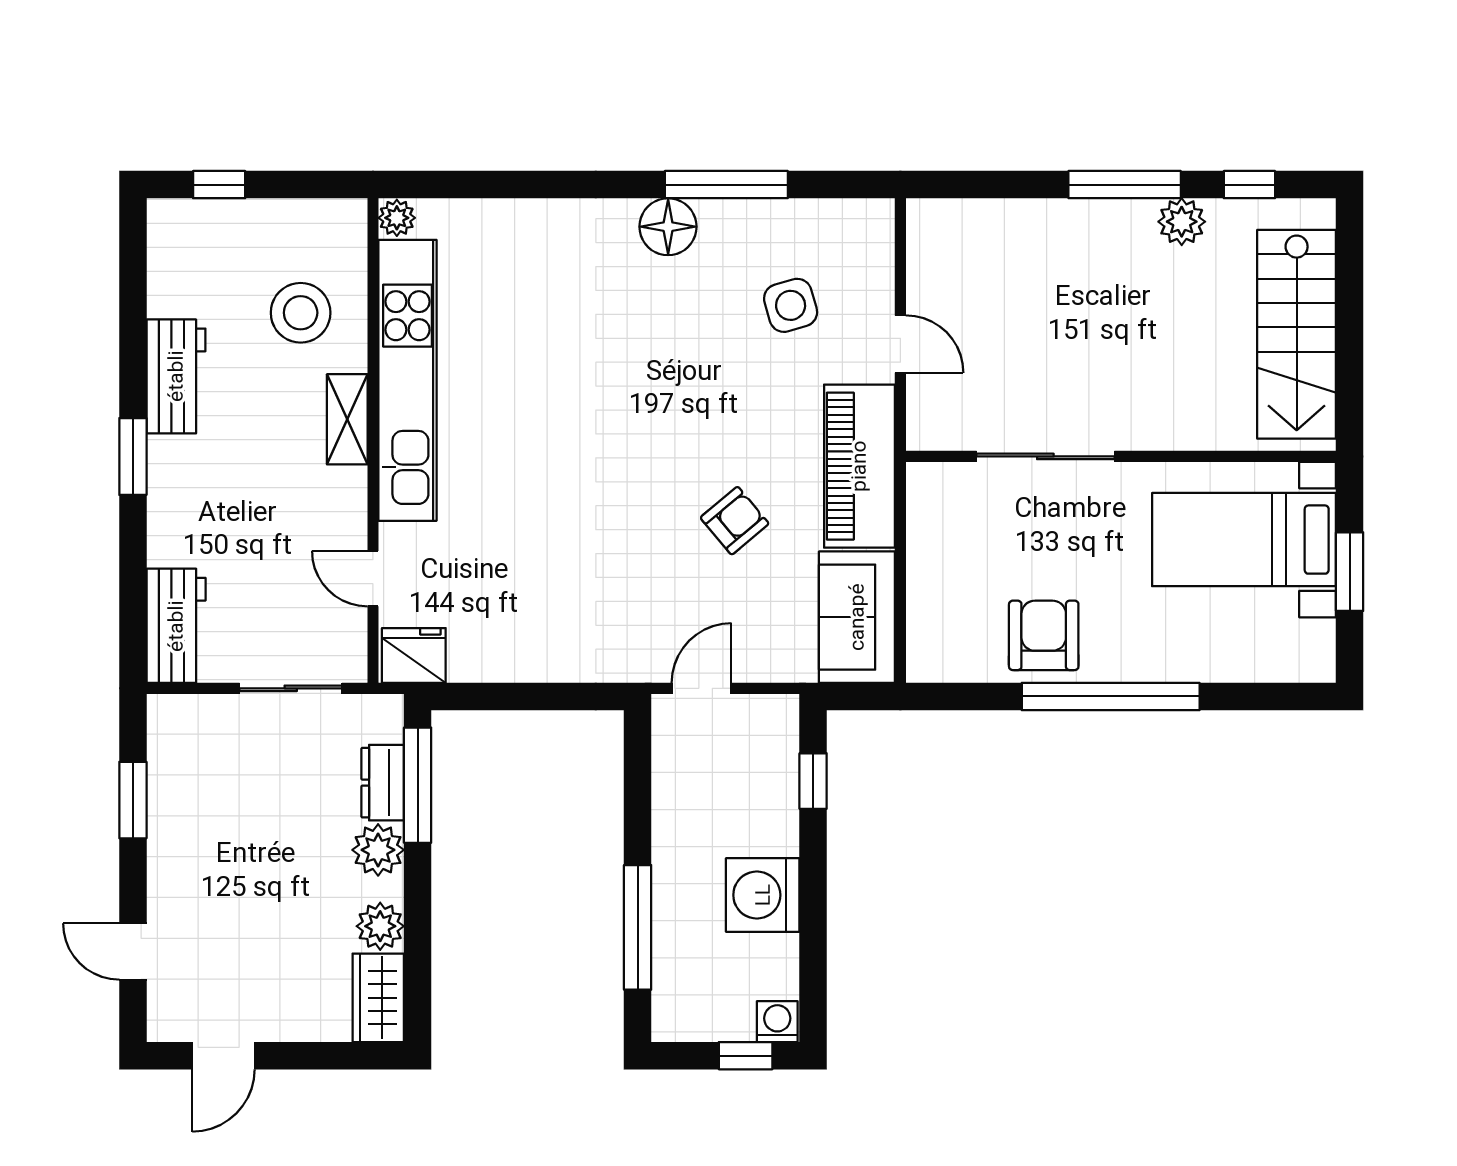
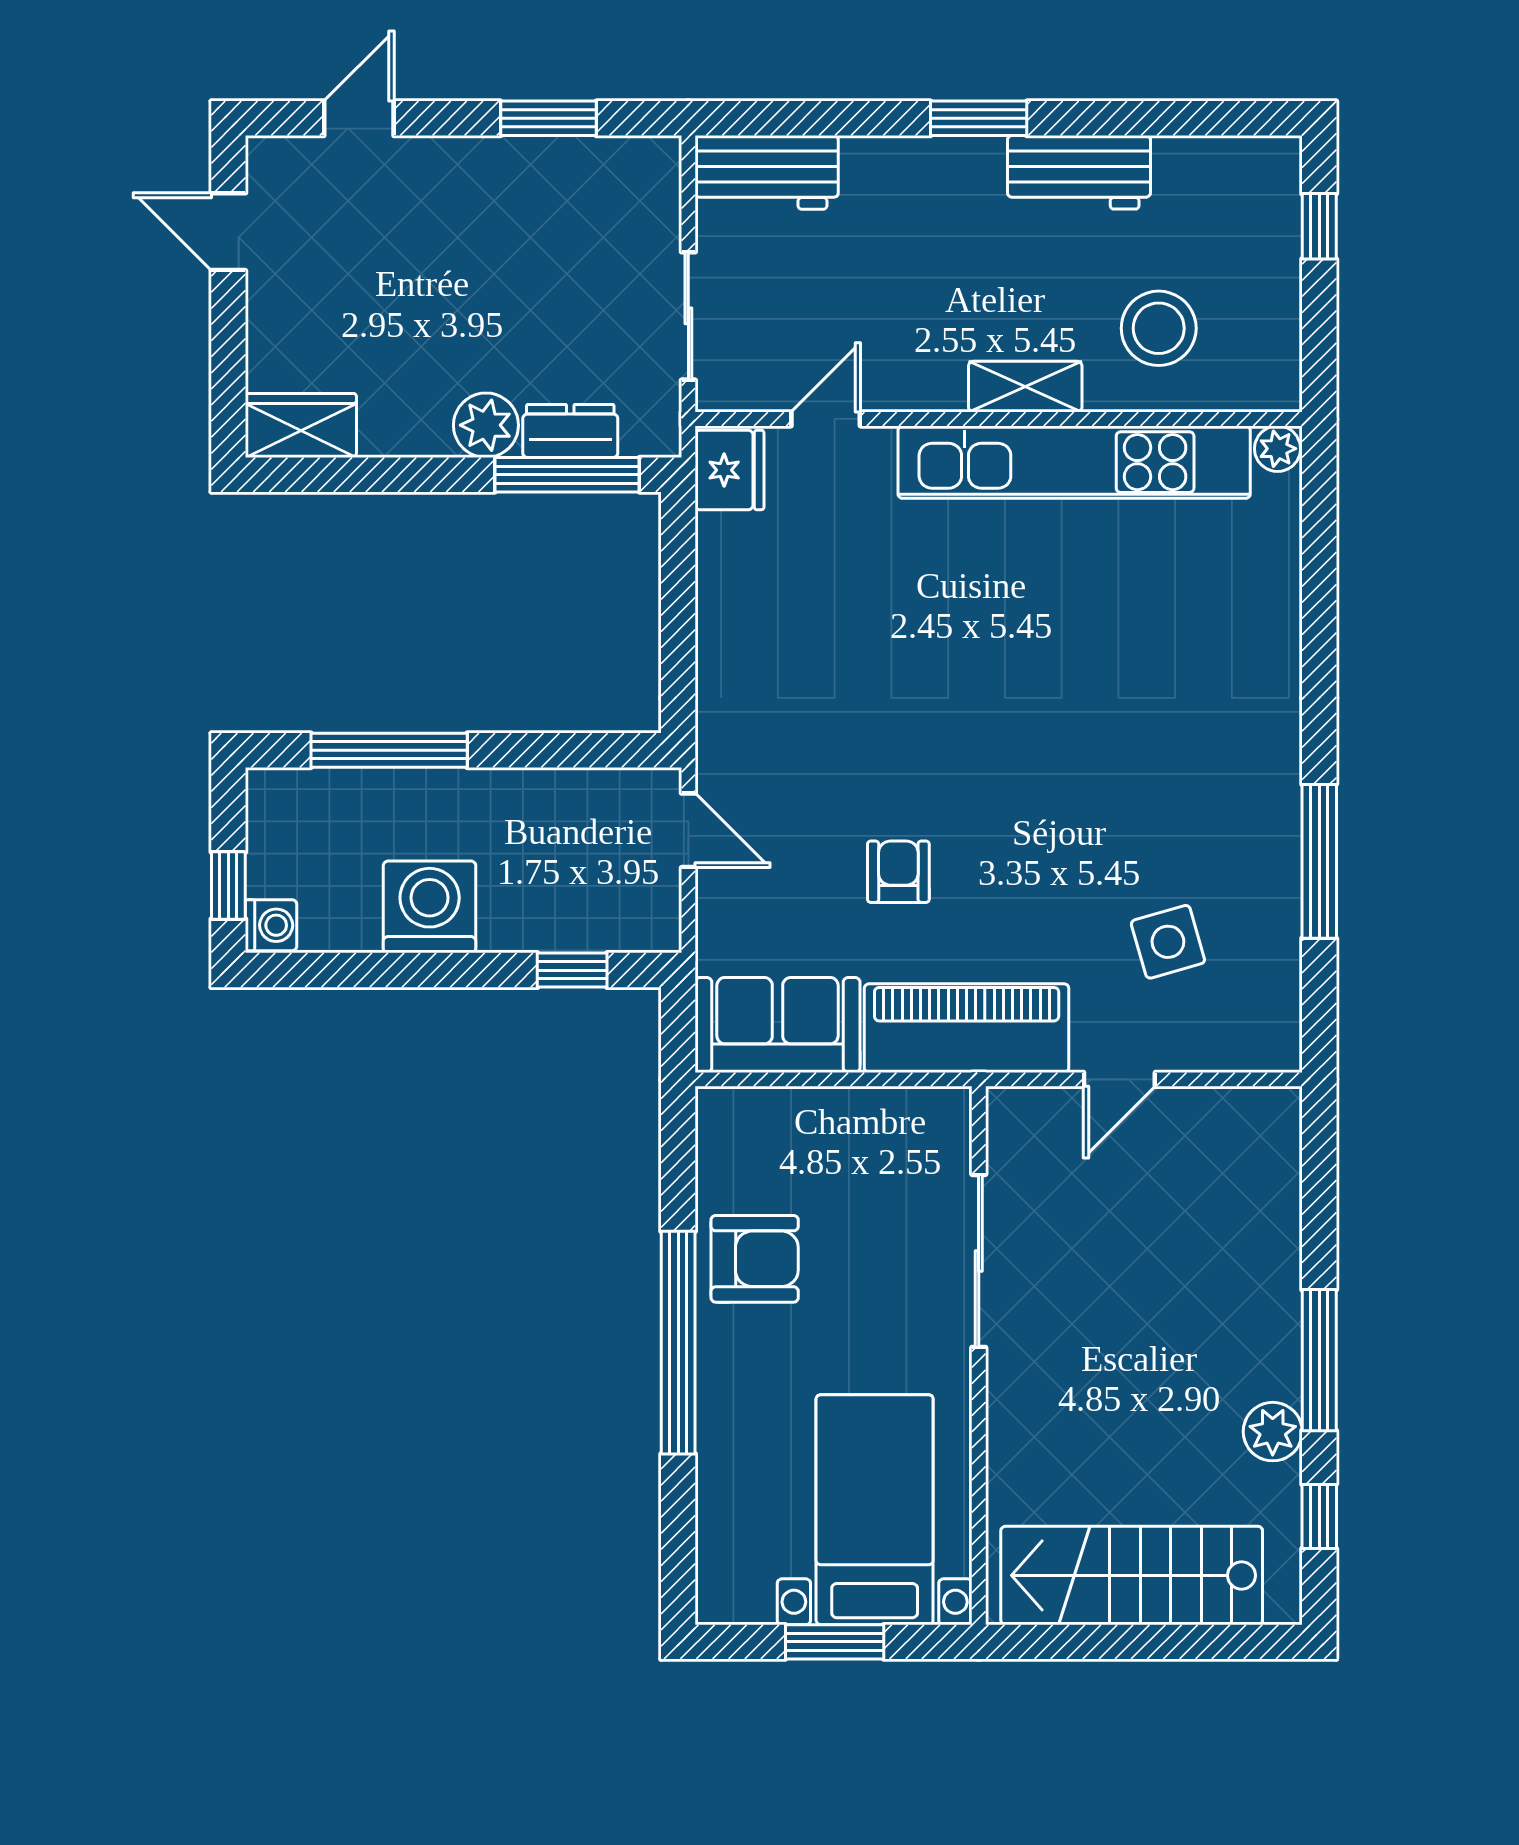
floor lamp: (668, 227) -> (1266, 788), removed
armchair: (735, 521) -> (898, 872), turned -140
plant: (380, 926) -> (390, 428), removed

